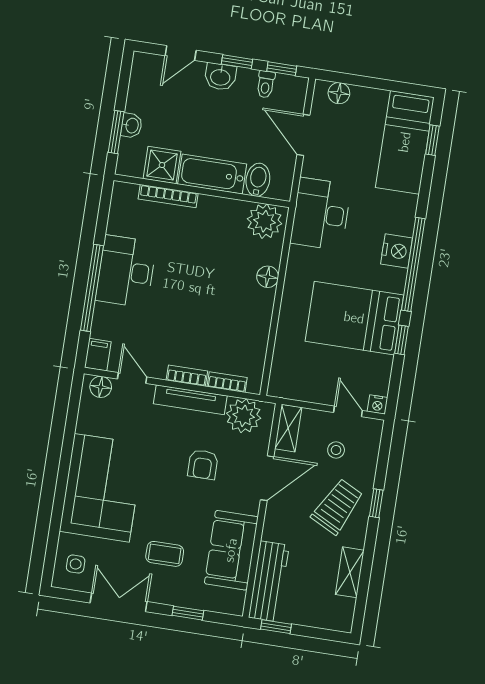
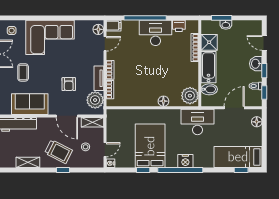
printer: (119, 221) -> (179, 26), added
tv unit: (190, 400) -> (99, 78), width x0.71
armchair: (203, 464) -> (69, 84), turned -90

